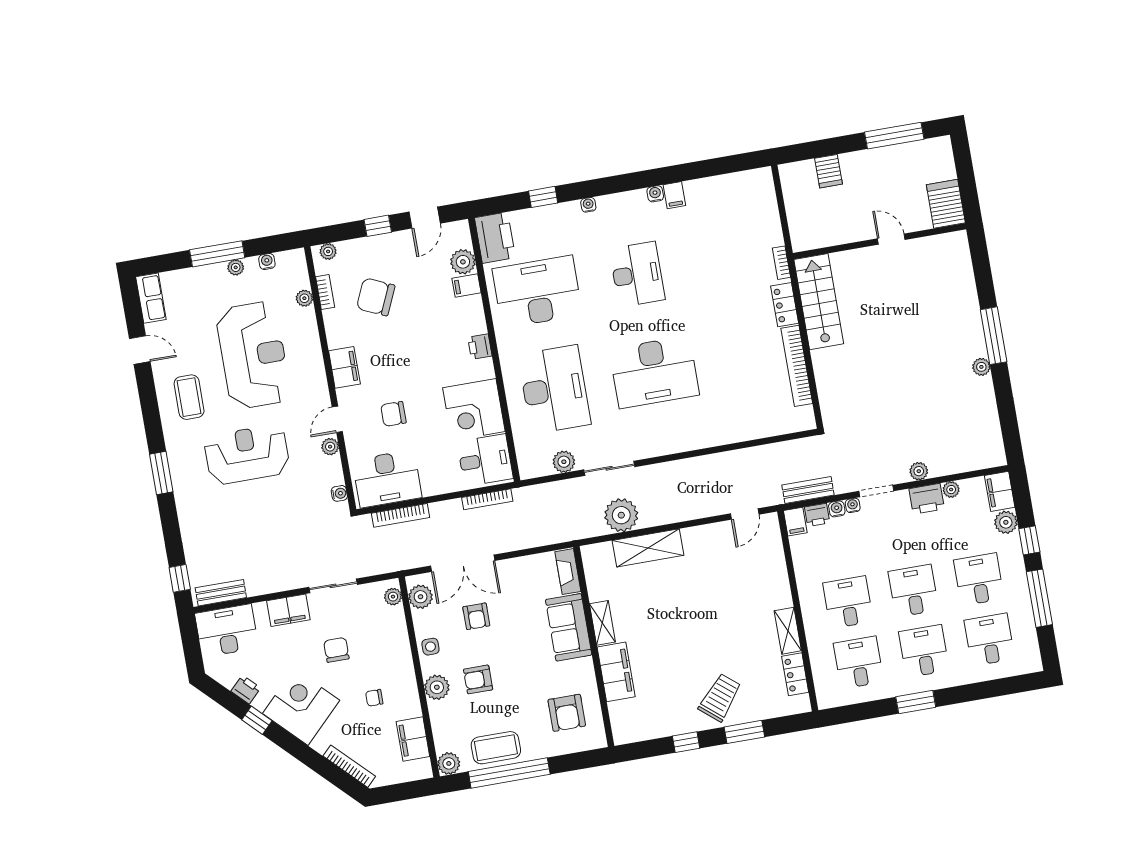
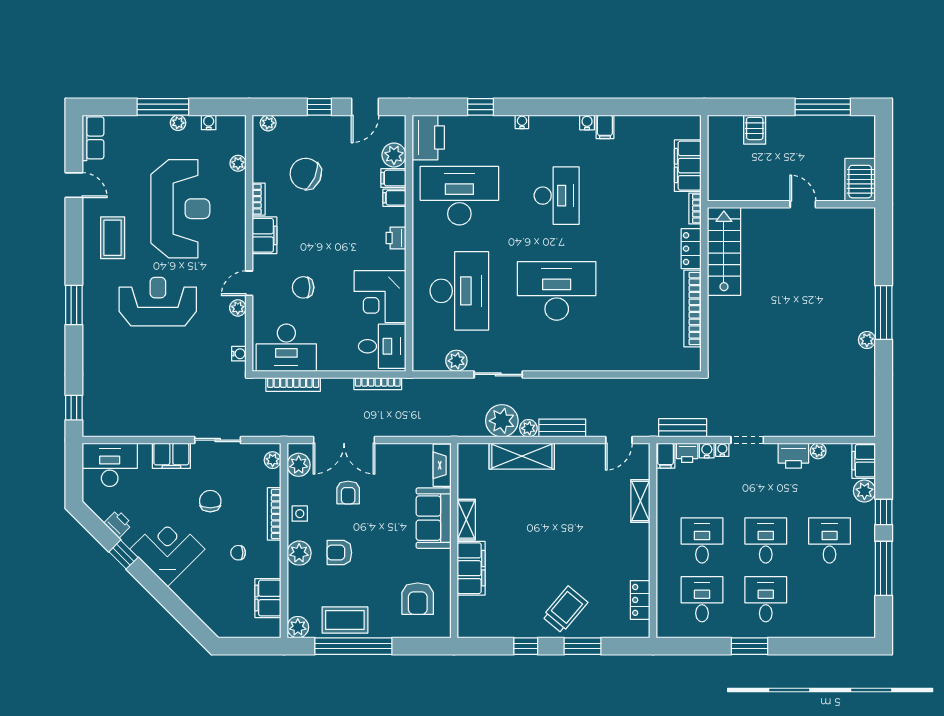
filing cabinet: (766, 220) -> (688, 166), added
bookcase: (325, 292) -> (259, 199), moved
filing cabinet: (471, 306) -> (394, 198), added
desk: (654, 372) -> (557, 291), turned 180
plant: (919, 471) -> (528, 428), moved
bench: (221, 593) -> (562, 428), moved
shelving: (788, 631) -> (640, 501), moved
desk: (989, 640) -> (830, 599), removed
bookcase: (349, 766) -> (274, 514), moved, turned -135

